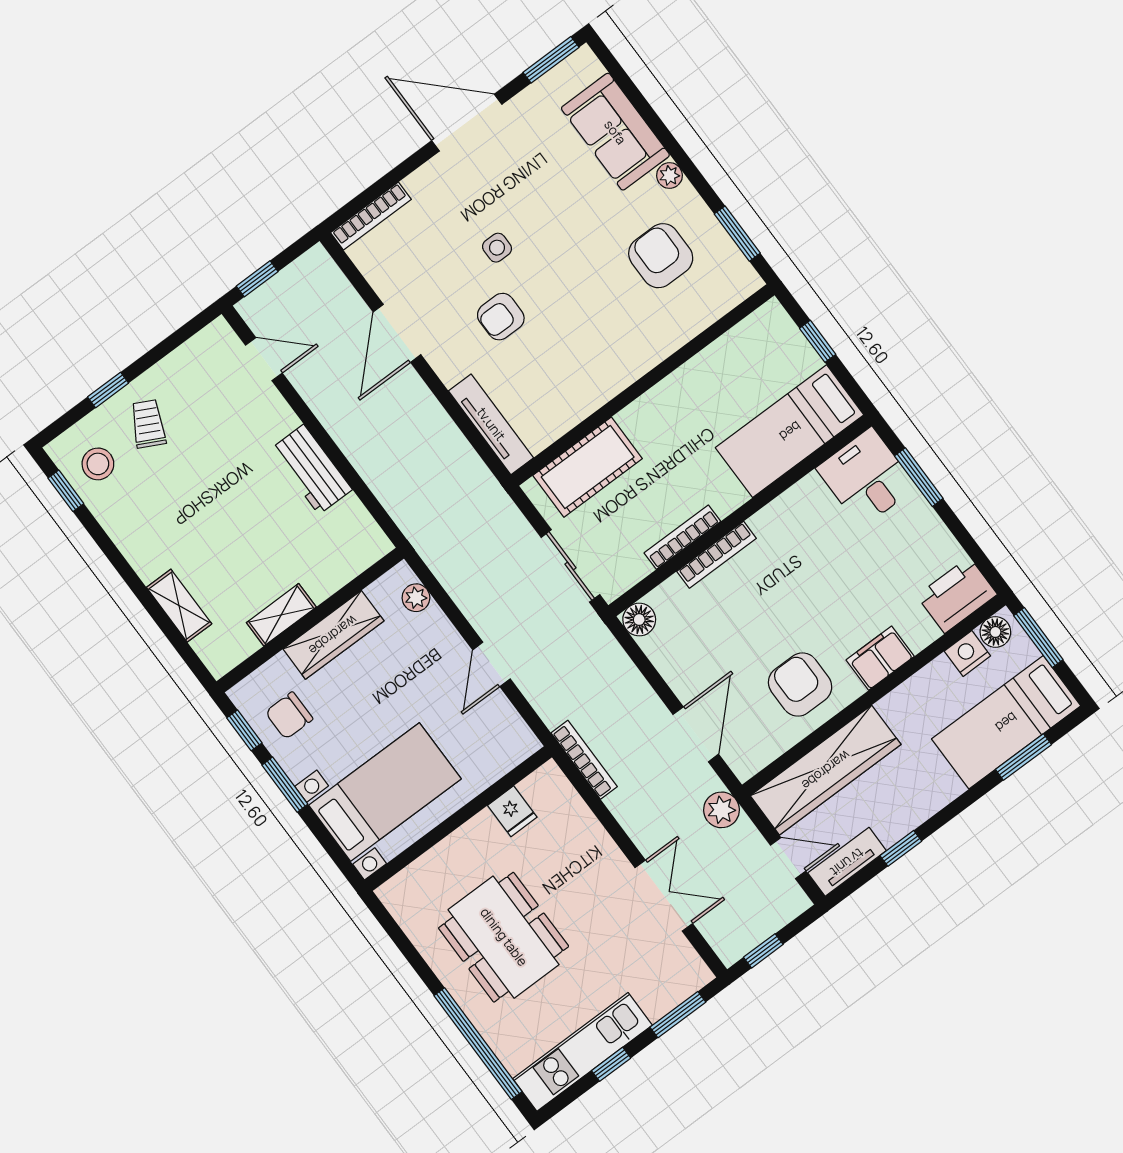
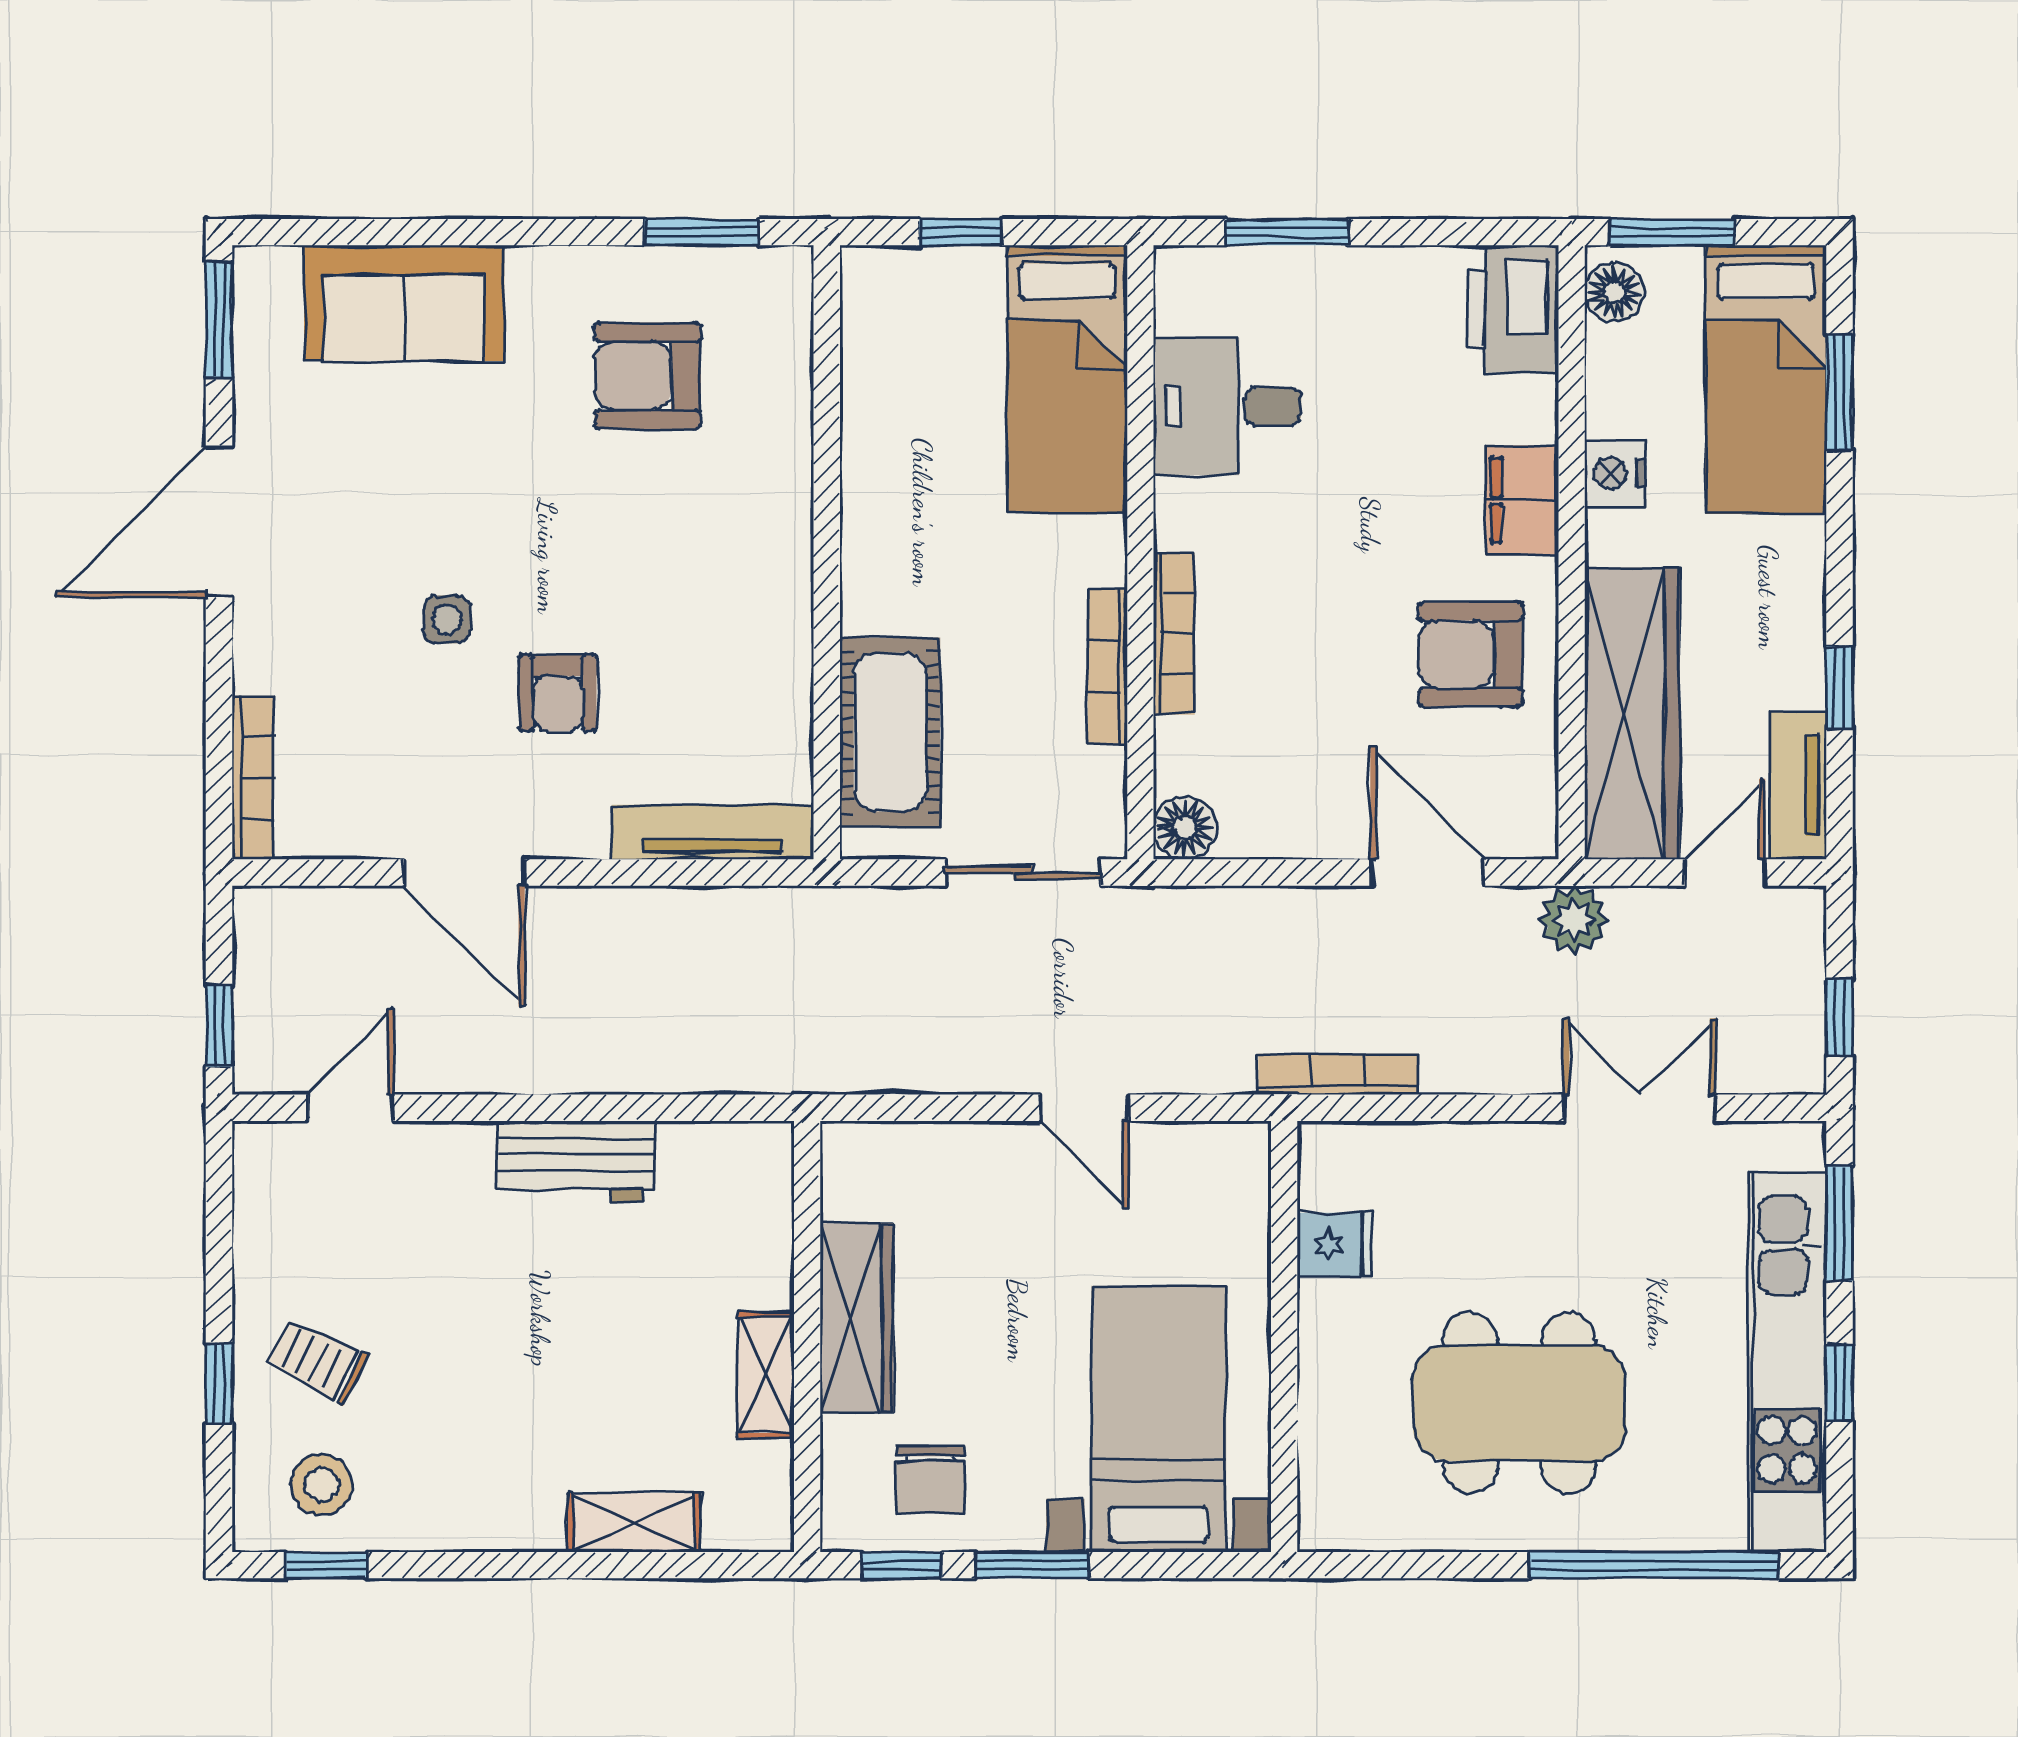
plant: (669, 176) -> (534, 270), removed
desk: (866, 478) -> (1227, 407), moved
plant: (416, 598) -> (894, 1147), removed
nightstand: (967, 654) -> (1615, 474), moved
kitchen unit: (582, 1052) -> (1787, 1363), width x1.36

